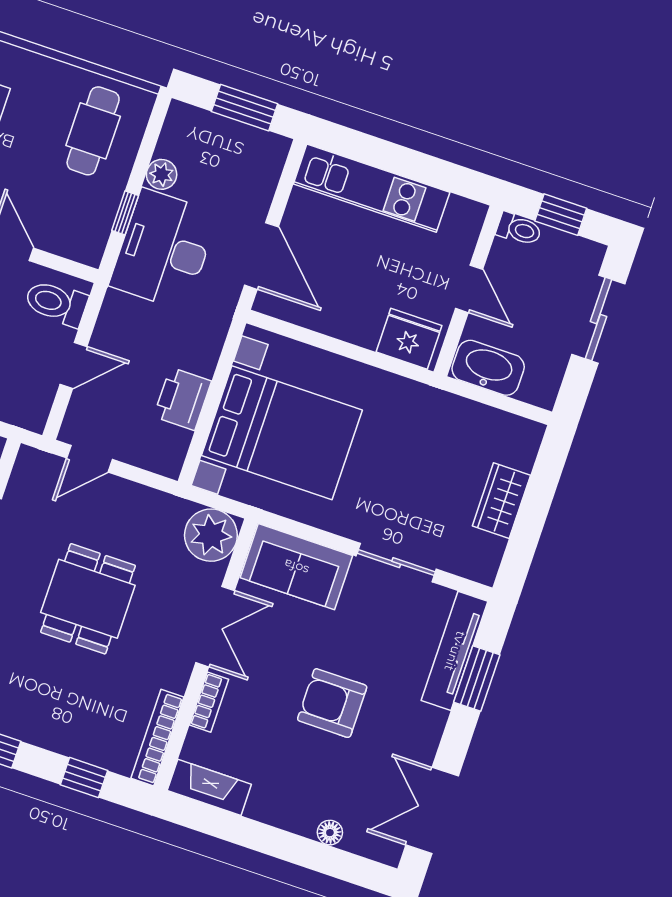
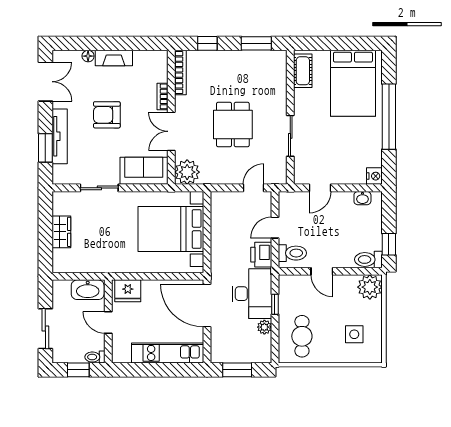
door: (261, 256) -> (207, 306), width x1.36
printer: (183, 399) -> (261, 255), moved, turned 180
tv unit: (455, 651) -> (60, 136), moved
armchair: (332, 703) -> (107, 115), turned 180
fireplace: (209, 787) -> (114, 58), moved

